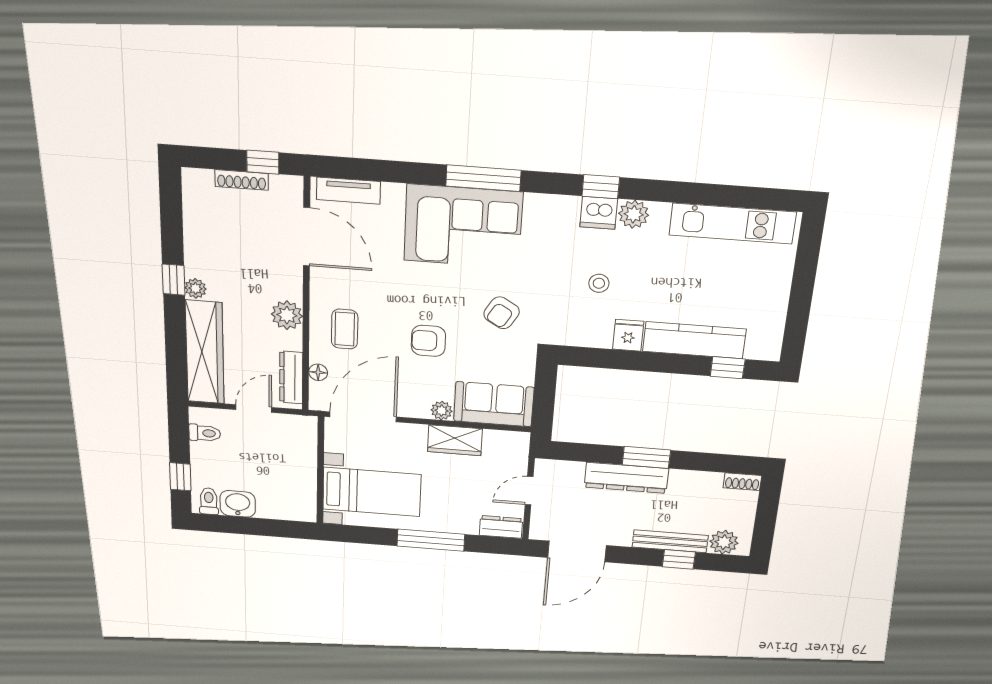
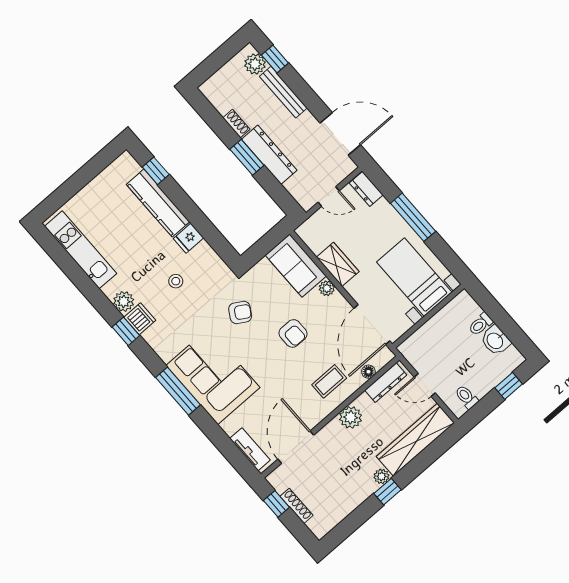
door: (363, 417) -> (372, 325), hinge flipped
shoe rack: (742, 482) -> (236, 124), moved
toilet: (209, 501) -> (481, 324), moved
window: (679, 559) -> (275, 59), moved

